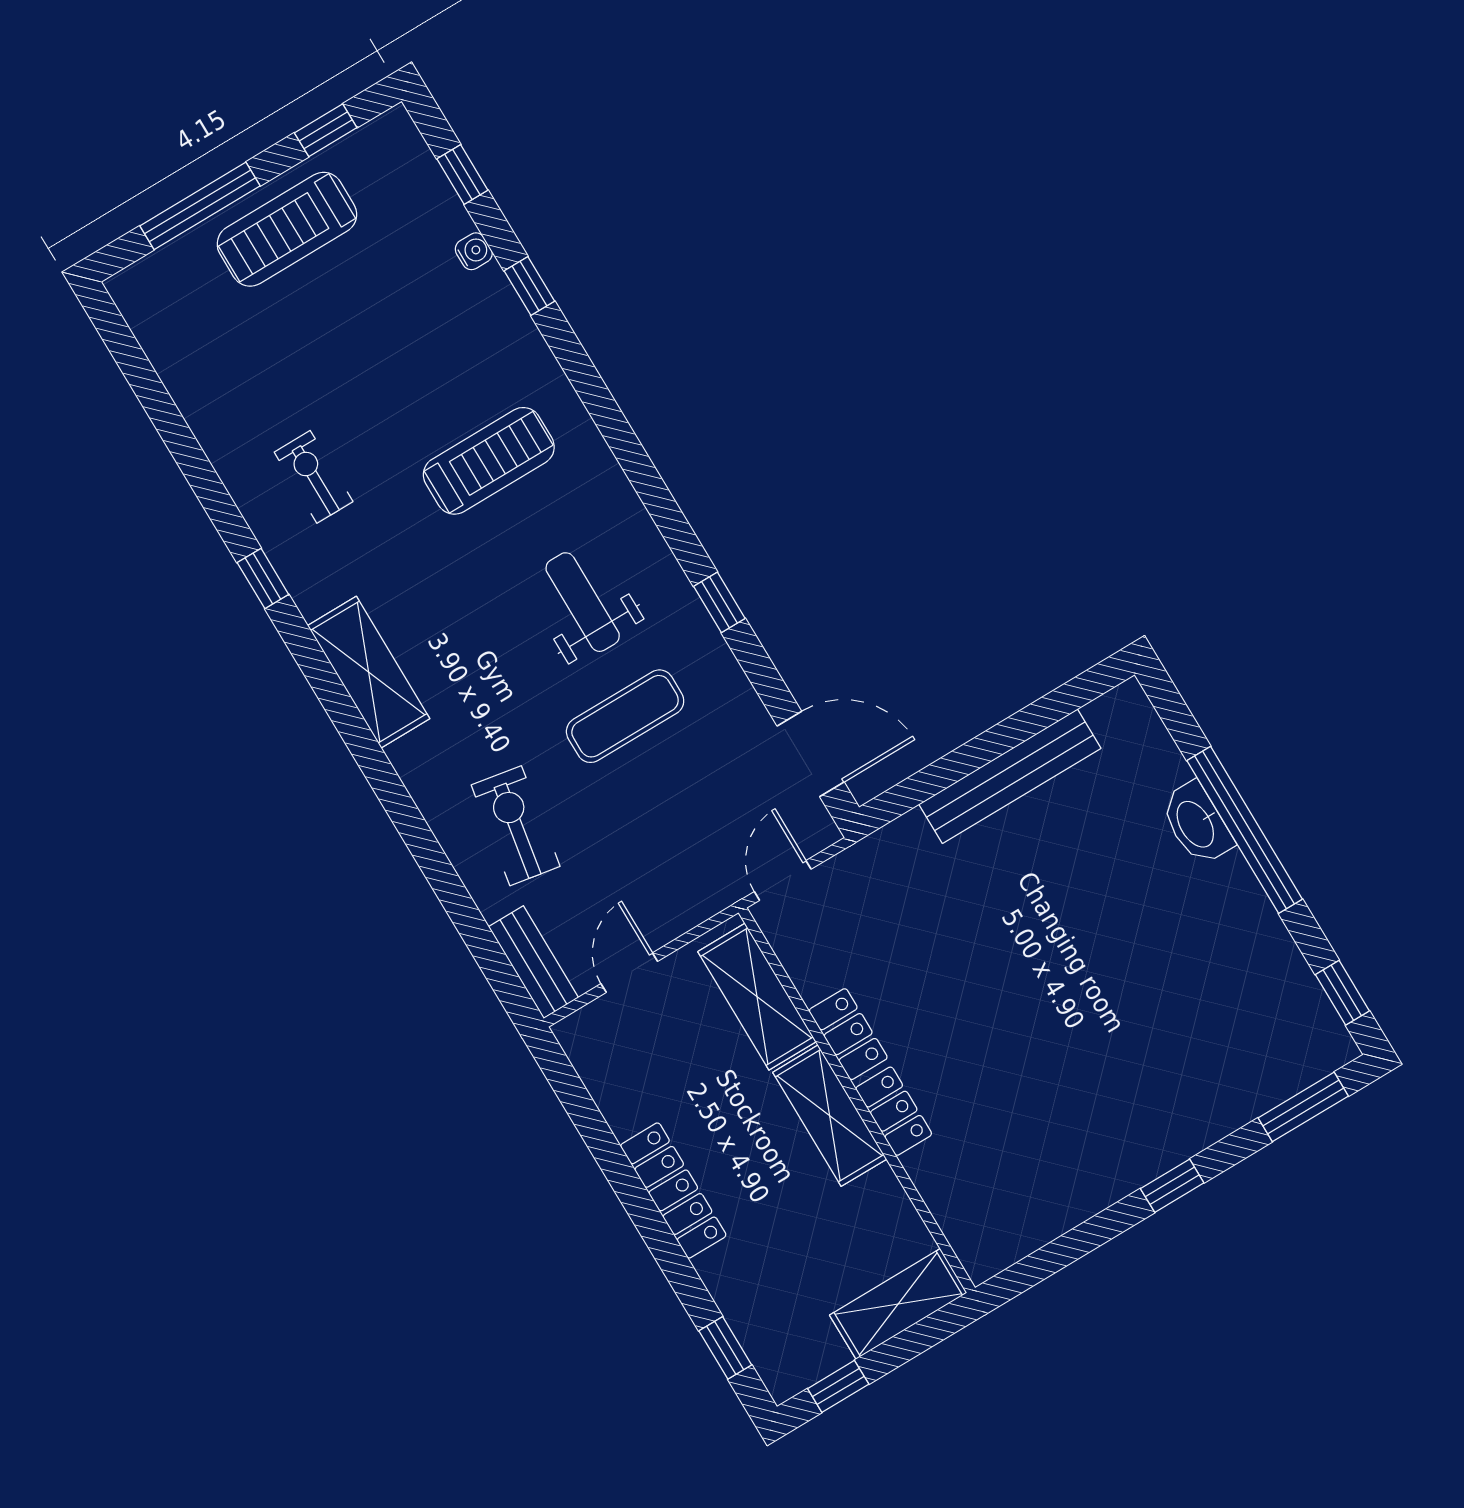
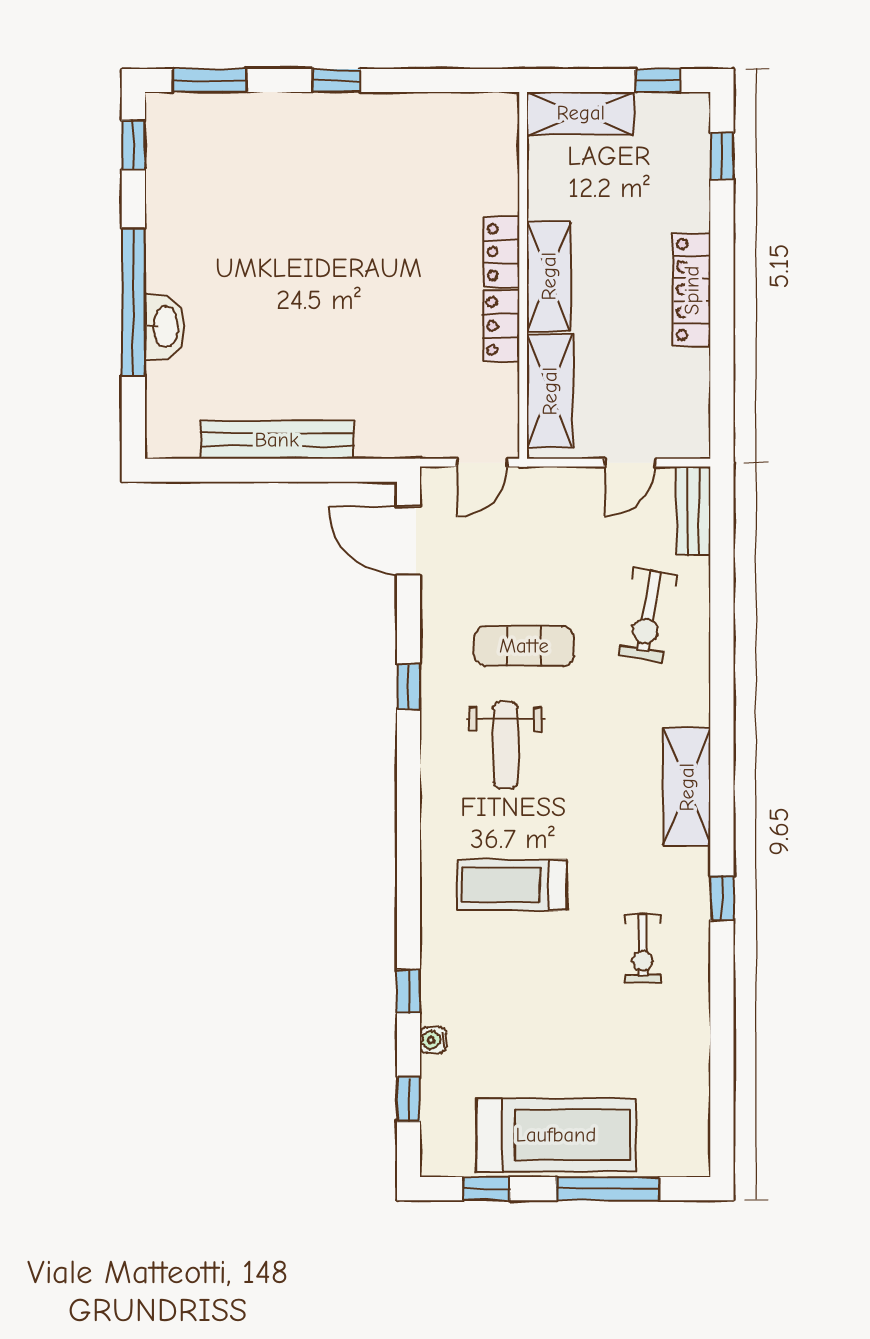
treadmill: (287, 229) -> (556, 1135), width x1.37, depth x1.38

